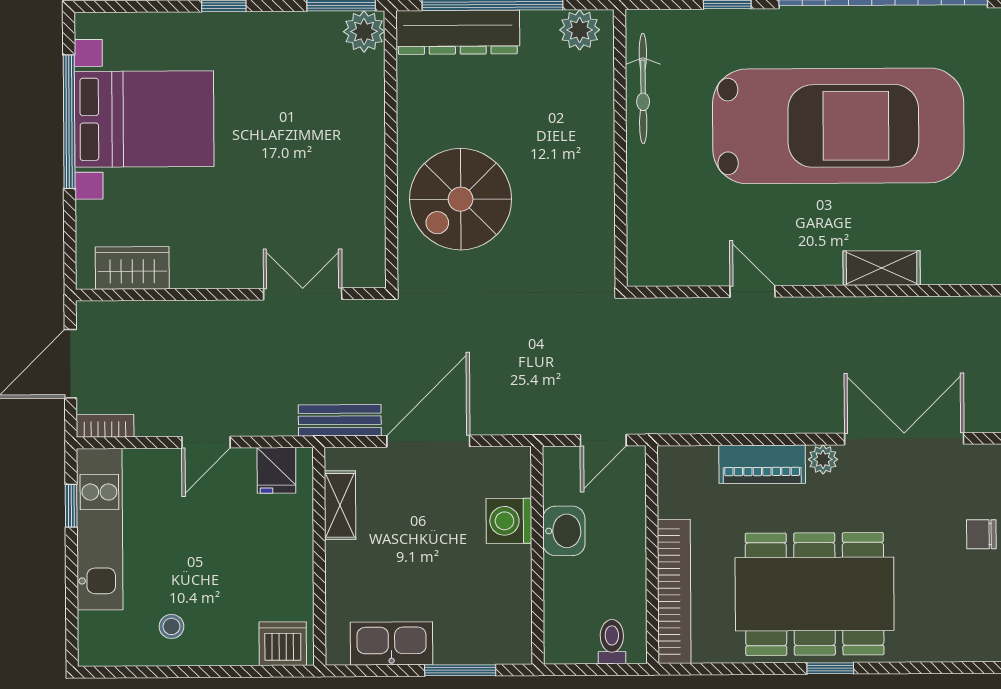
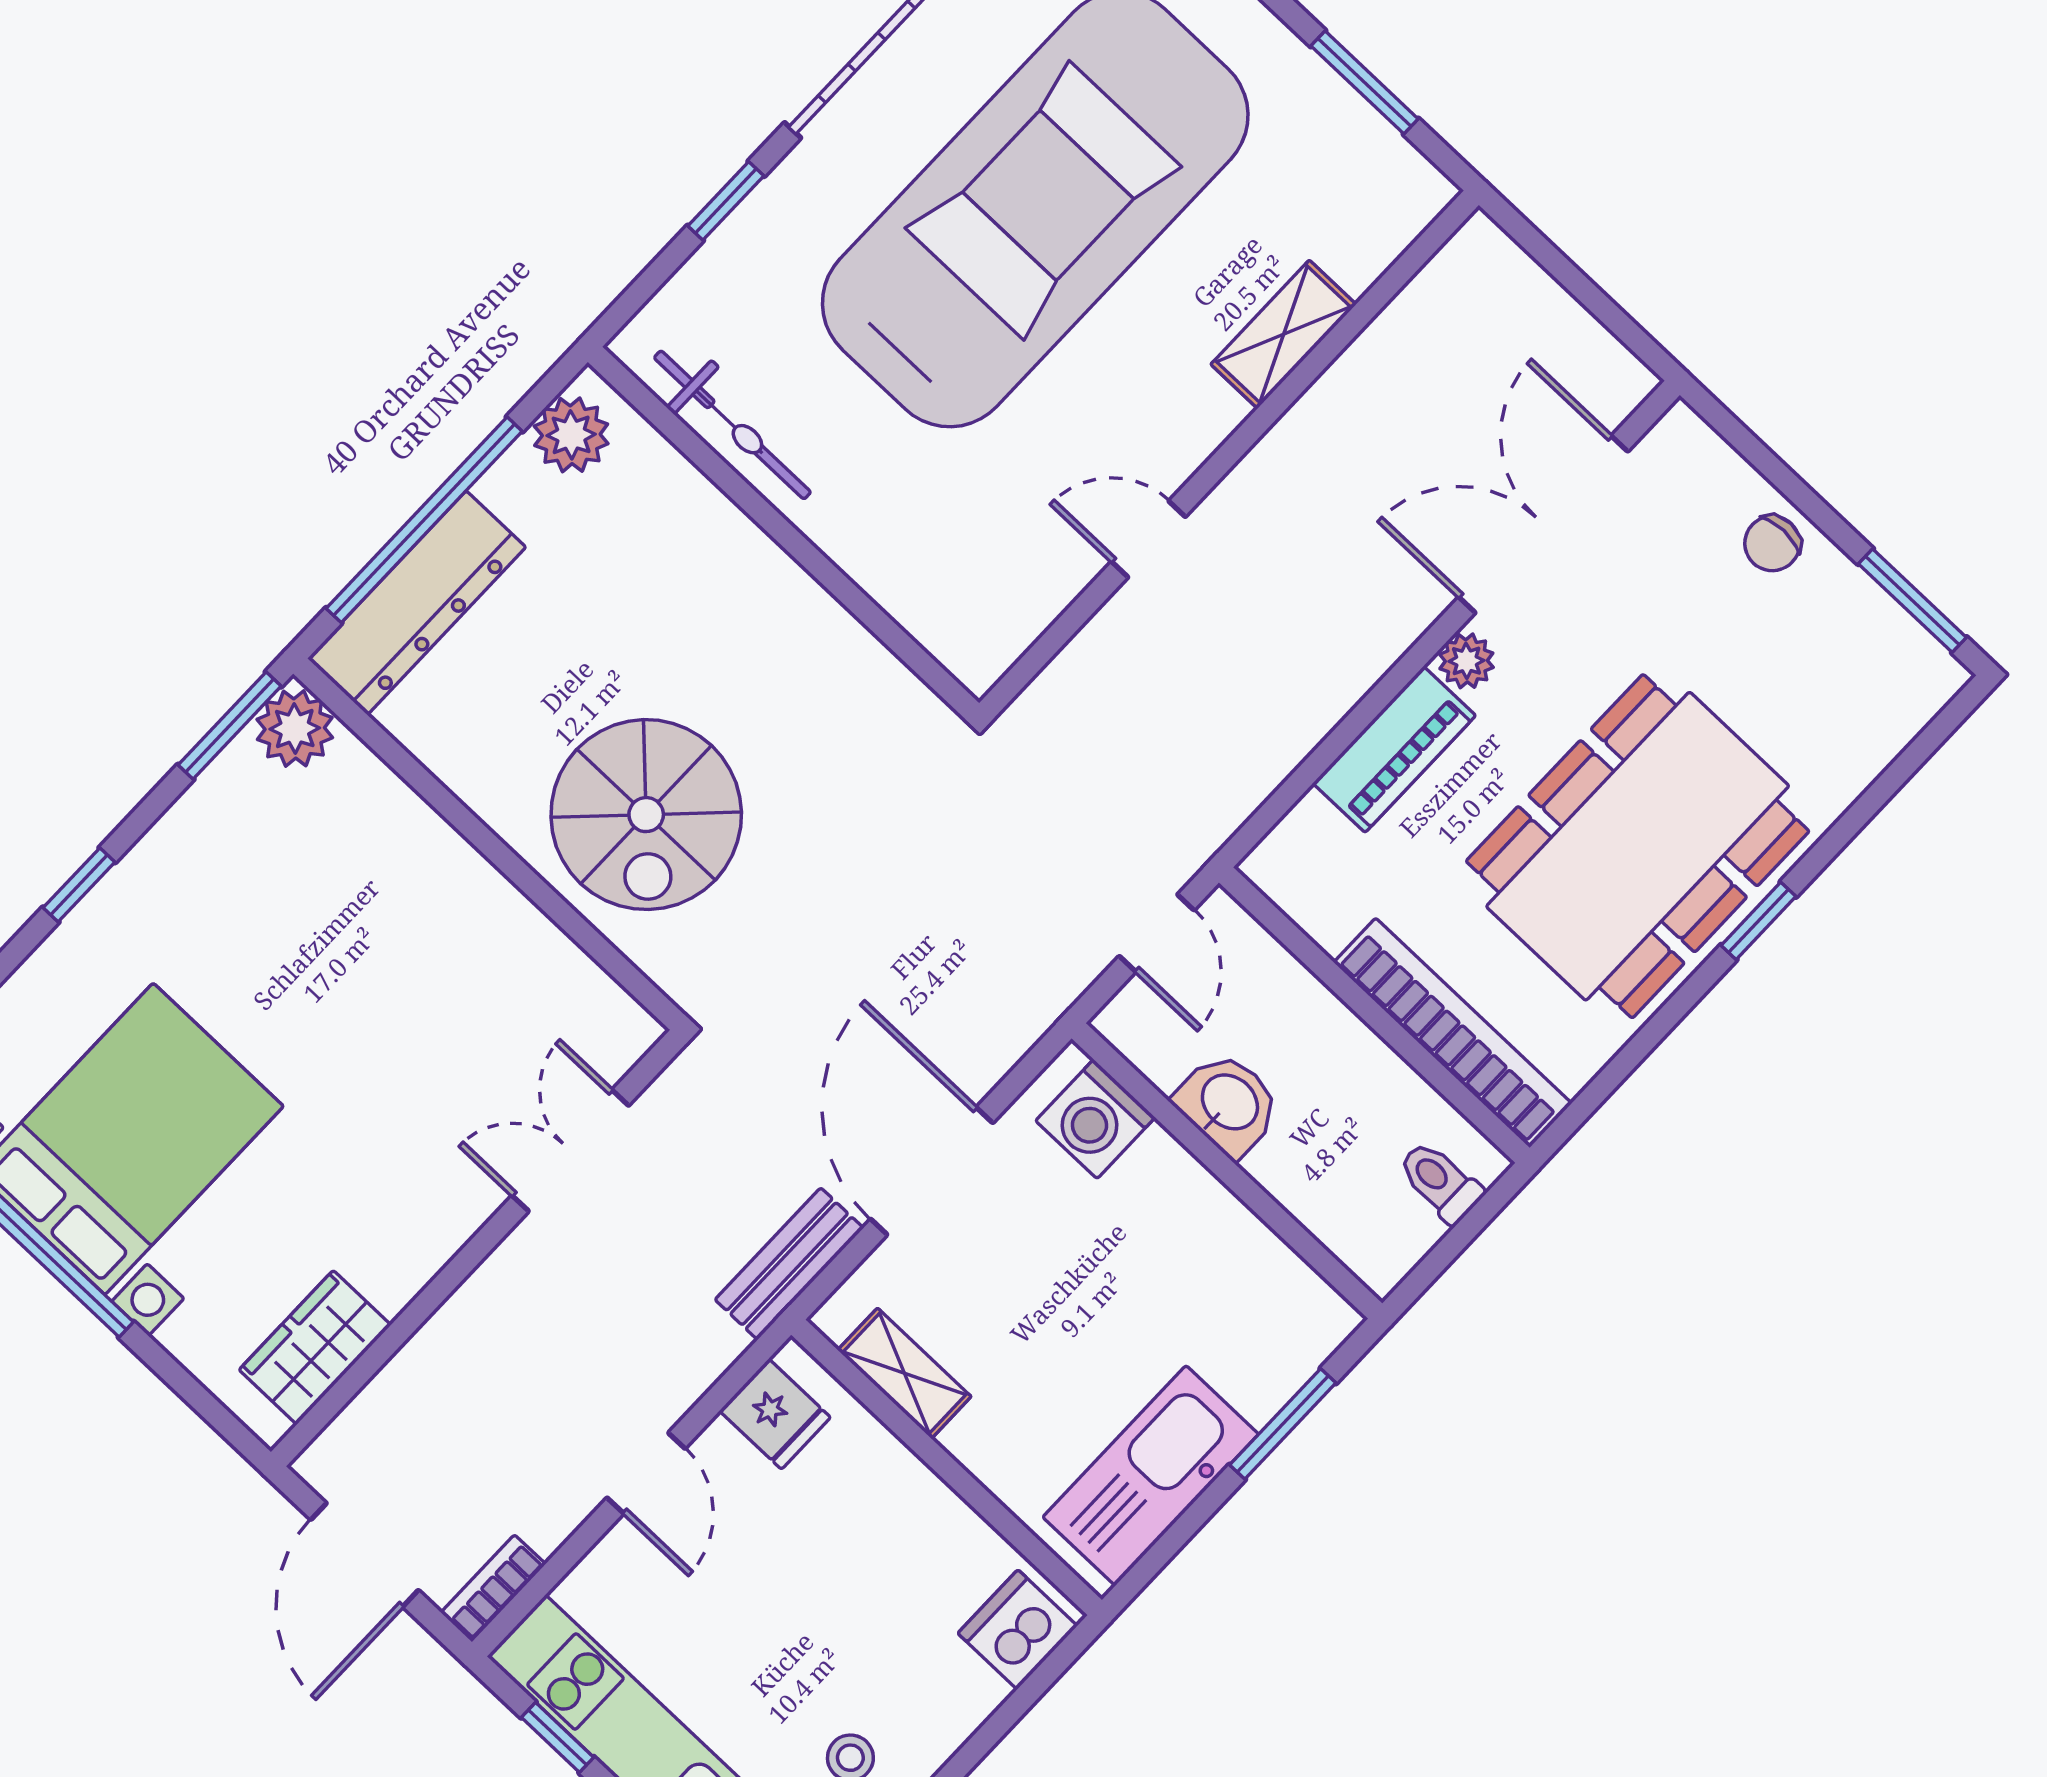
washing machine: (509, 521) -> (1095, 1119), moved
kitchen sink: (391, 643) -> (1151, 1476), width x1.36, depth x1.24

